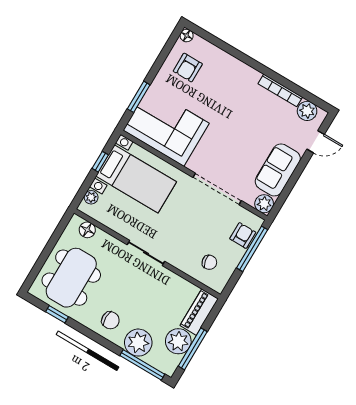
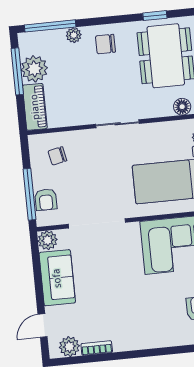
bookcase: (280, 90) -> (97, 348), width x0.64
plant: (138, 343) -> (74, 35), width x0.53, depth x0.53

